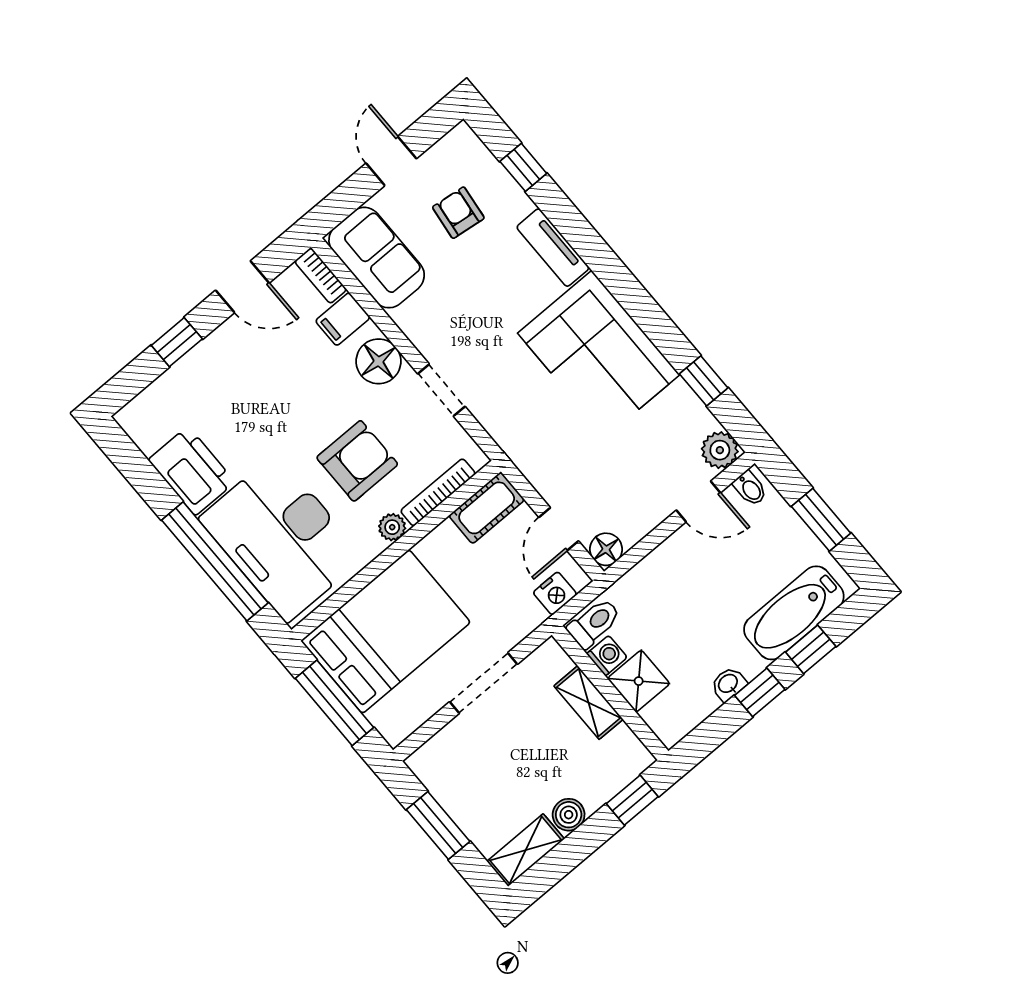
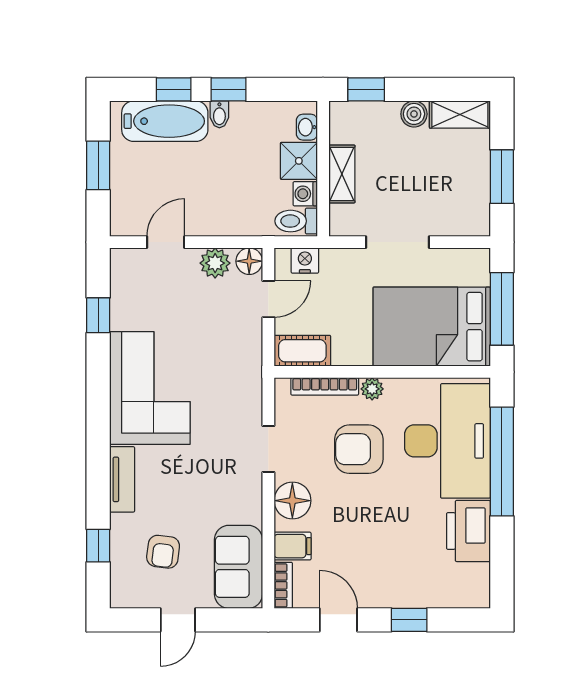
plant: (720, 450) -> (215, 263), moved
bidet: (750, 488) -> (219, 114), moved, turned 180
door: (698, 501) -> (166, 242), hinge flipped
washbasin: (728, 684) -> (307, 127), moved, turned 90

